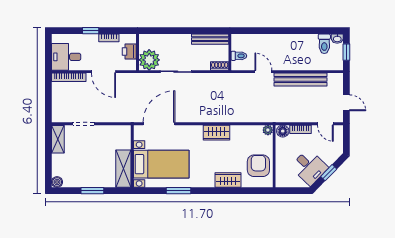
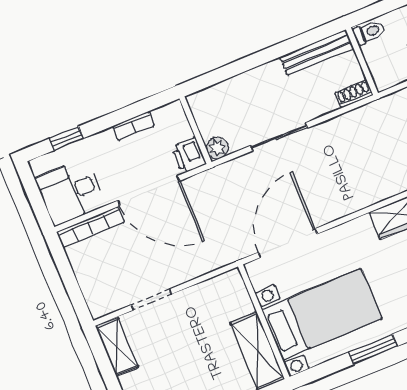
window: (91, 31) -> (66, 138), moved
printer: (129, 51) -> (189, 156), moved
toilet: (239, 56) -> (369, 32), moved
plant: (149, 60) -> (217, 148), width x0.53, depth x0.53
door: (103, 72) -> (149, 191), width x1.36

